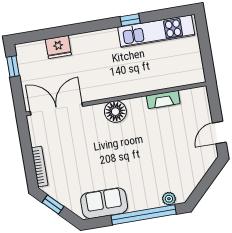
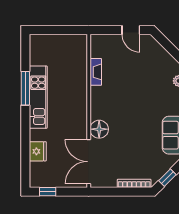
window: (130, 20) -> (25, 88), width x2.17
kitchen unit: (156, 31) -> (38, 97), moved
floor lamp: (115, 112) -> (99, 129), moved

